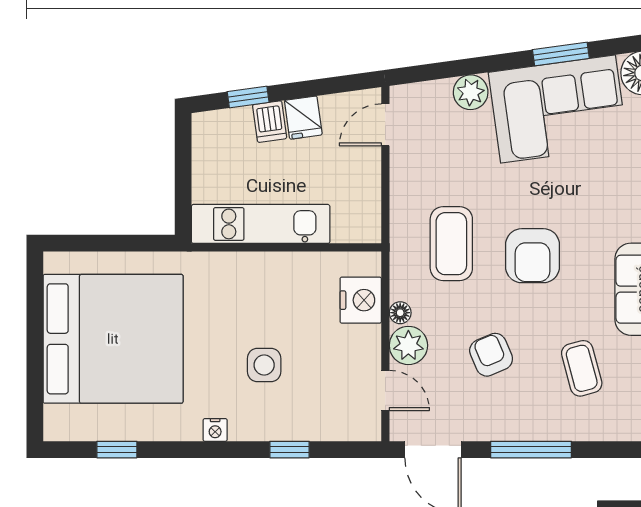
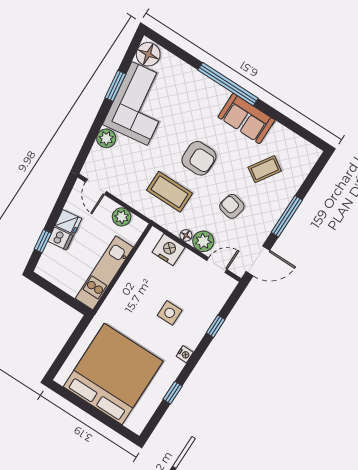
plant: (364, 195) -> (122, 217), added
armchair: (491, 355) -> (232, 206), turned 36
coffee table: (582, 368) -> (265, 169), turned -42
window: (117, 450) -> (173, 393), moved

